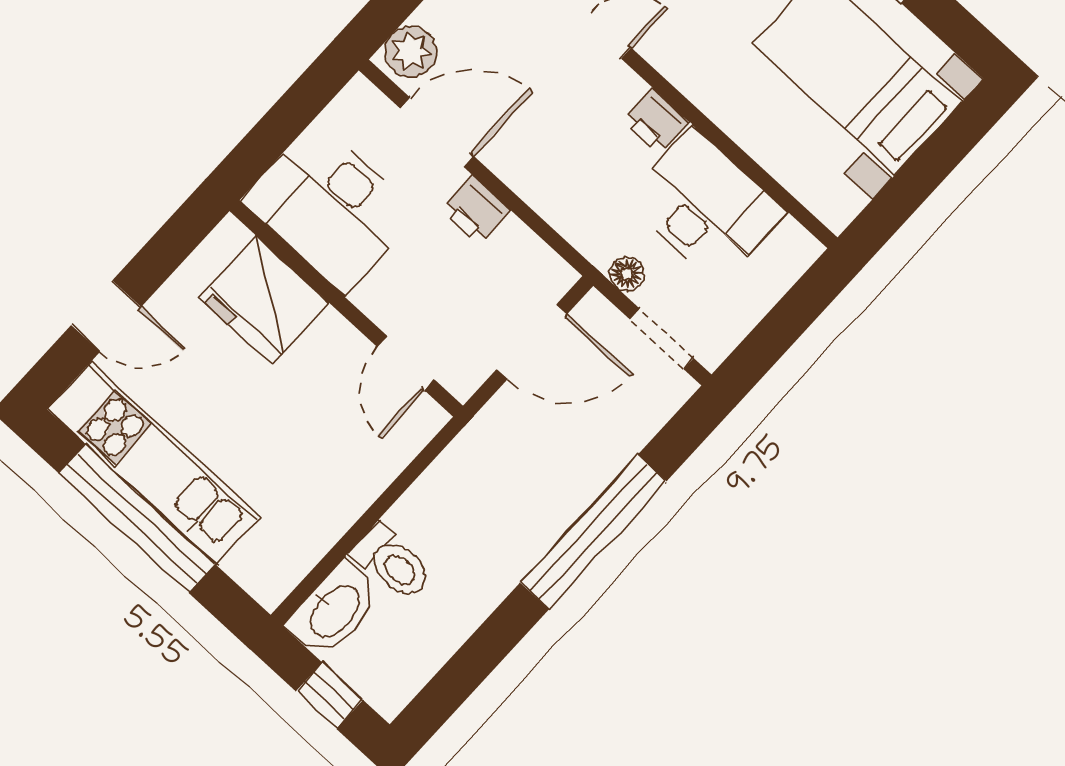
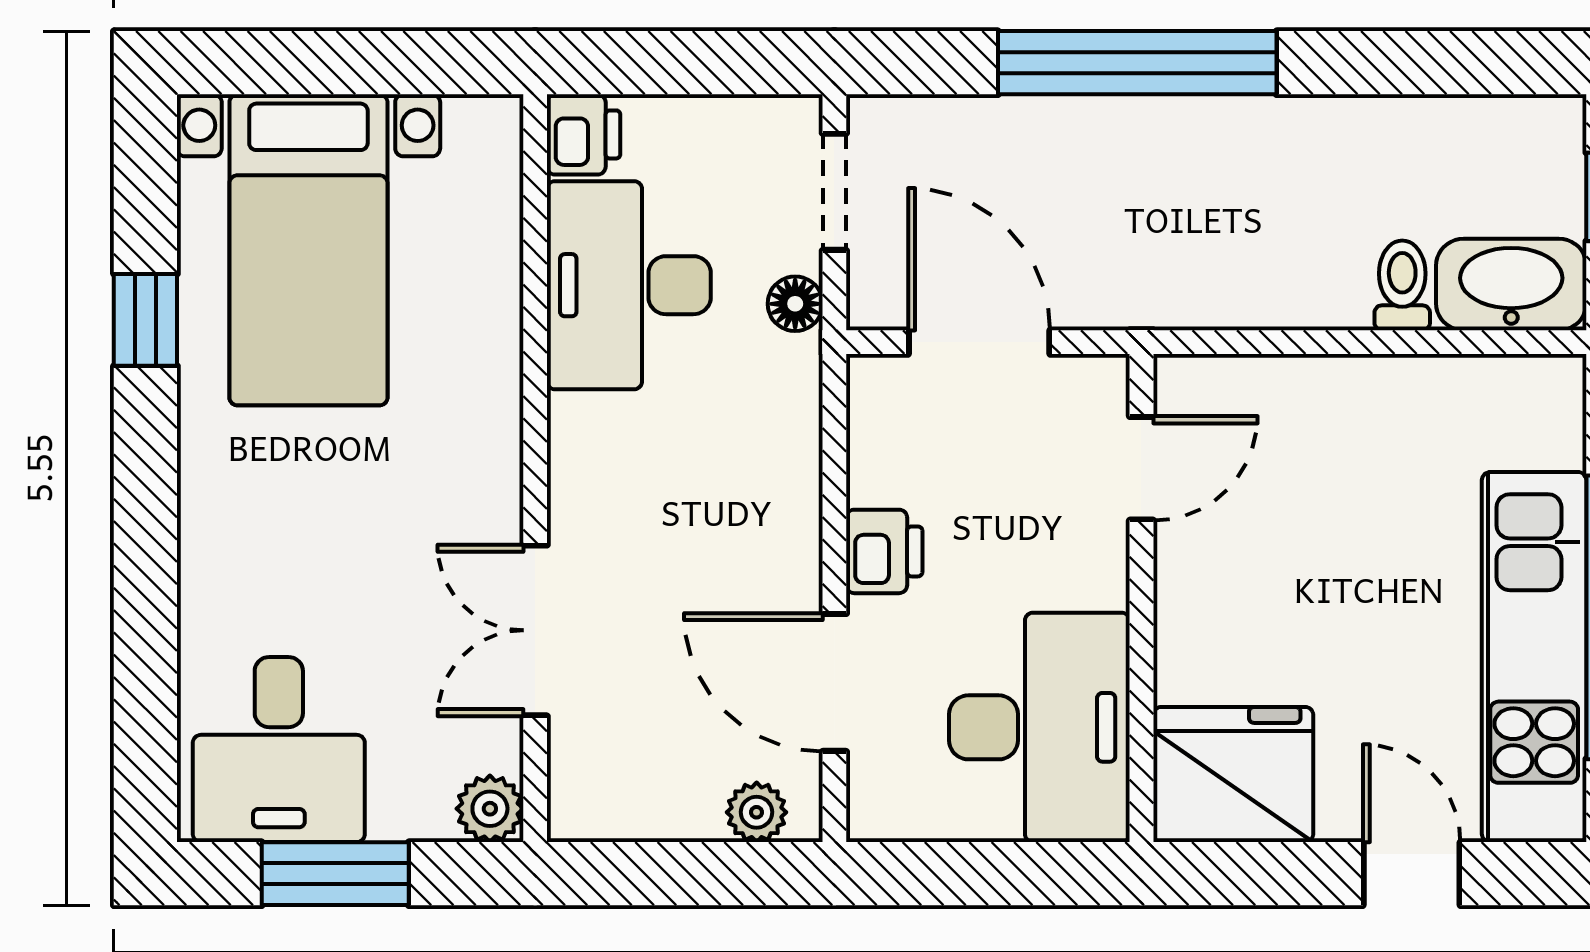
plant: (411, 52) -> (757, 812), width x0.73, depth x0.73
printer: (655, 121) -> (584, 134), moved
fridge: (264, 300) -> (1233, 774), moved, turned -90
toilet: (392, 562) -> (1402, 285), width x0.73, depth x0.72

